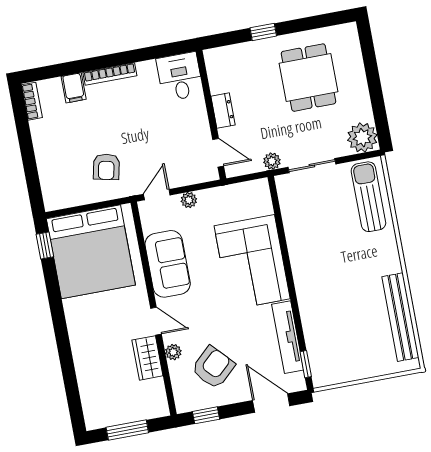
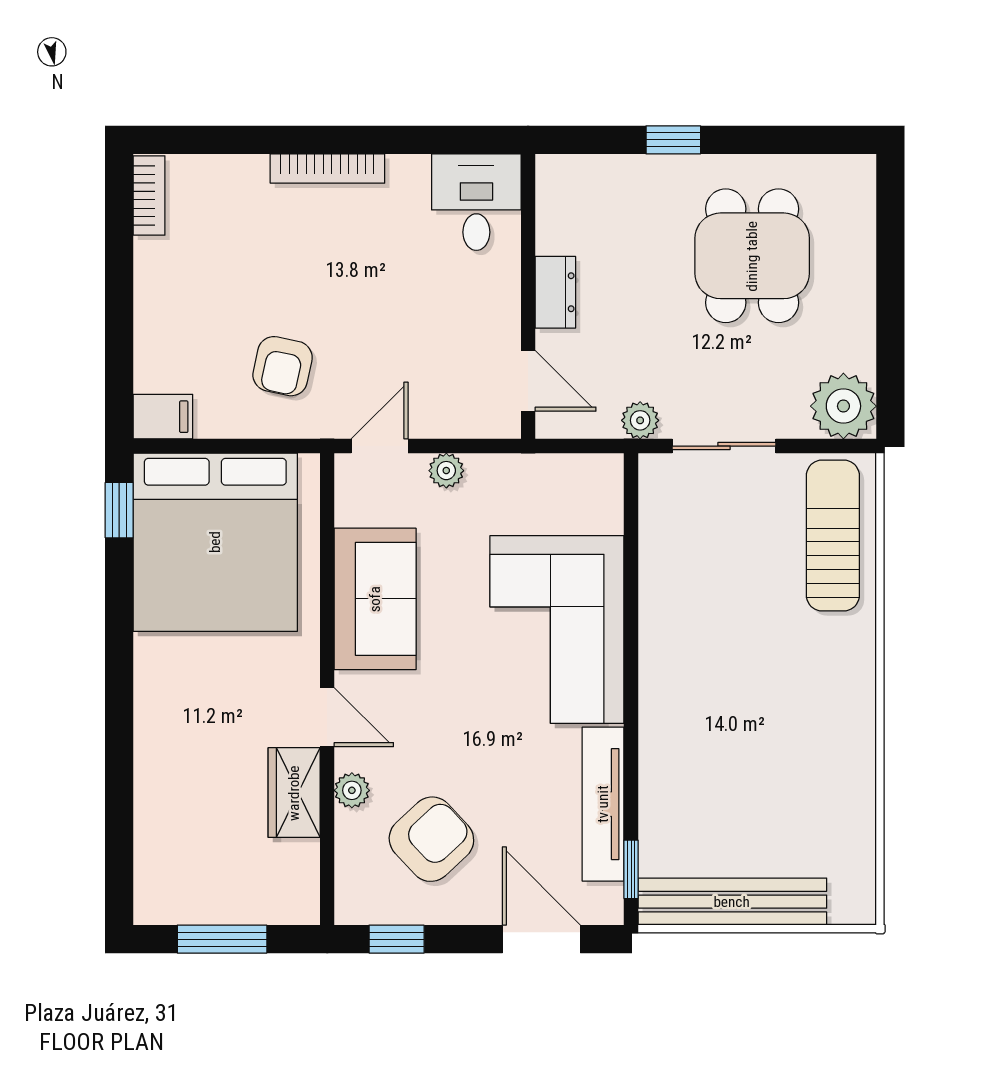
filing cabinet: (74, 88) -> (163, 417), moved, turned -90
bench: (400, 317) -> (732, 902), moved, turned 90

